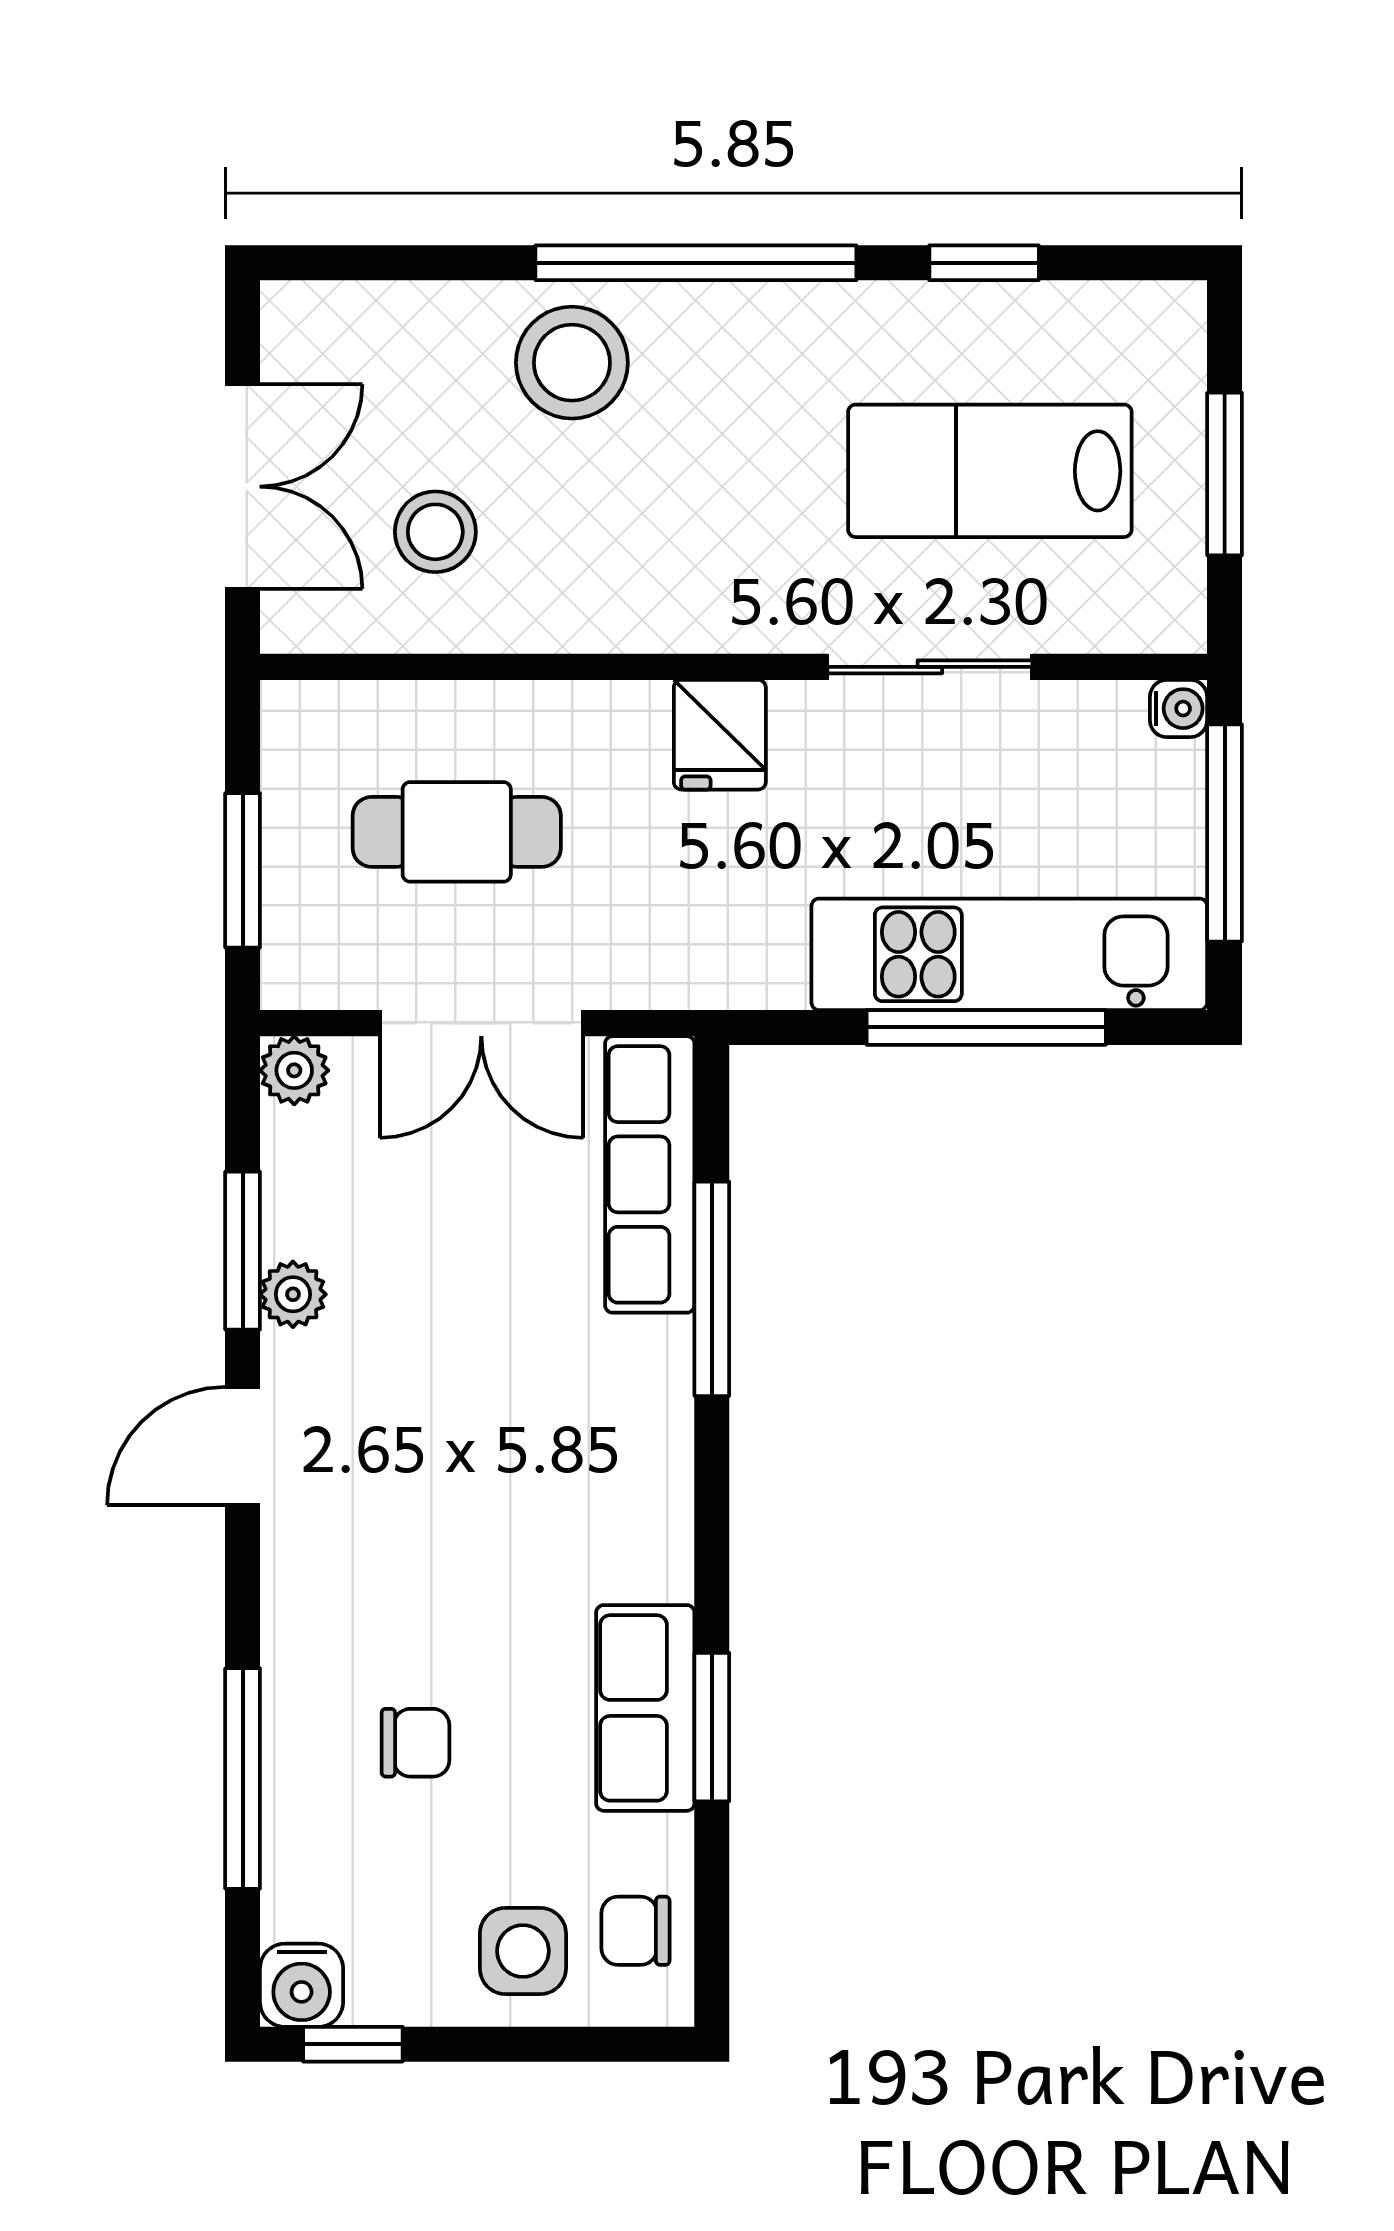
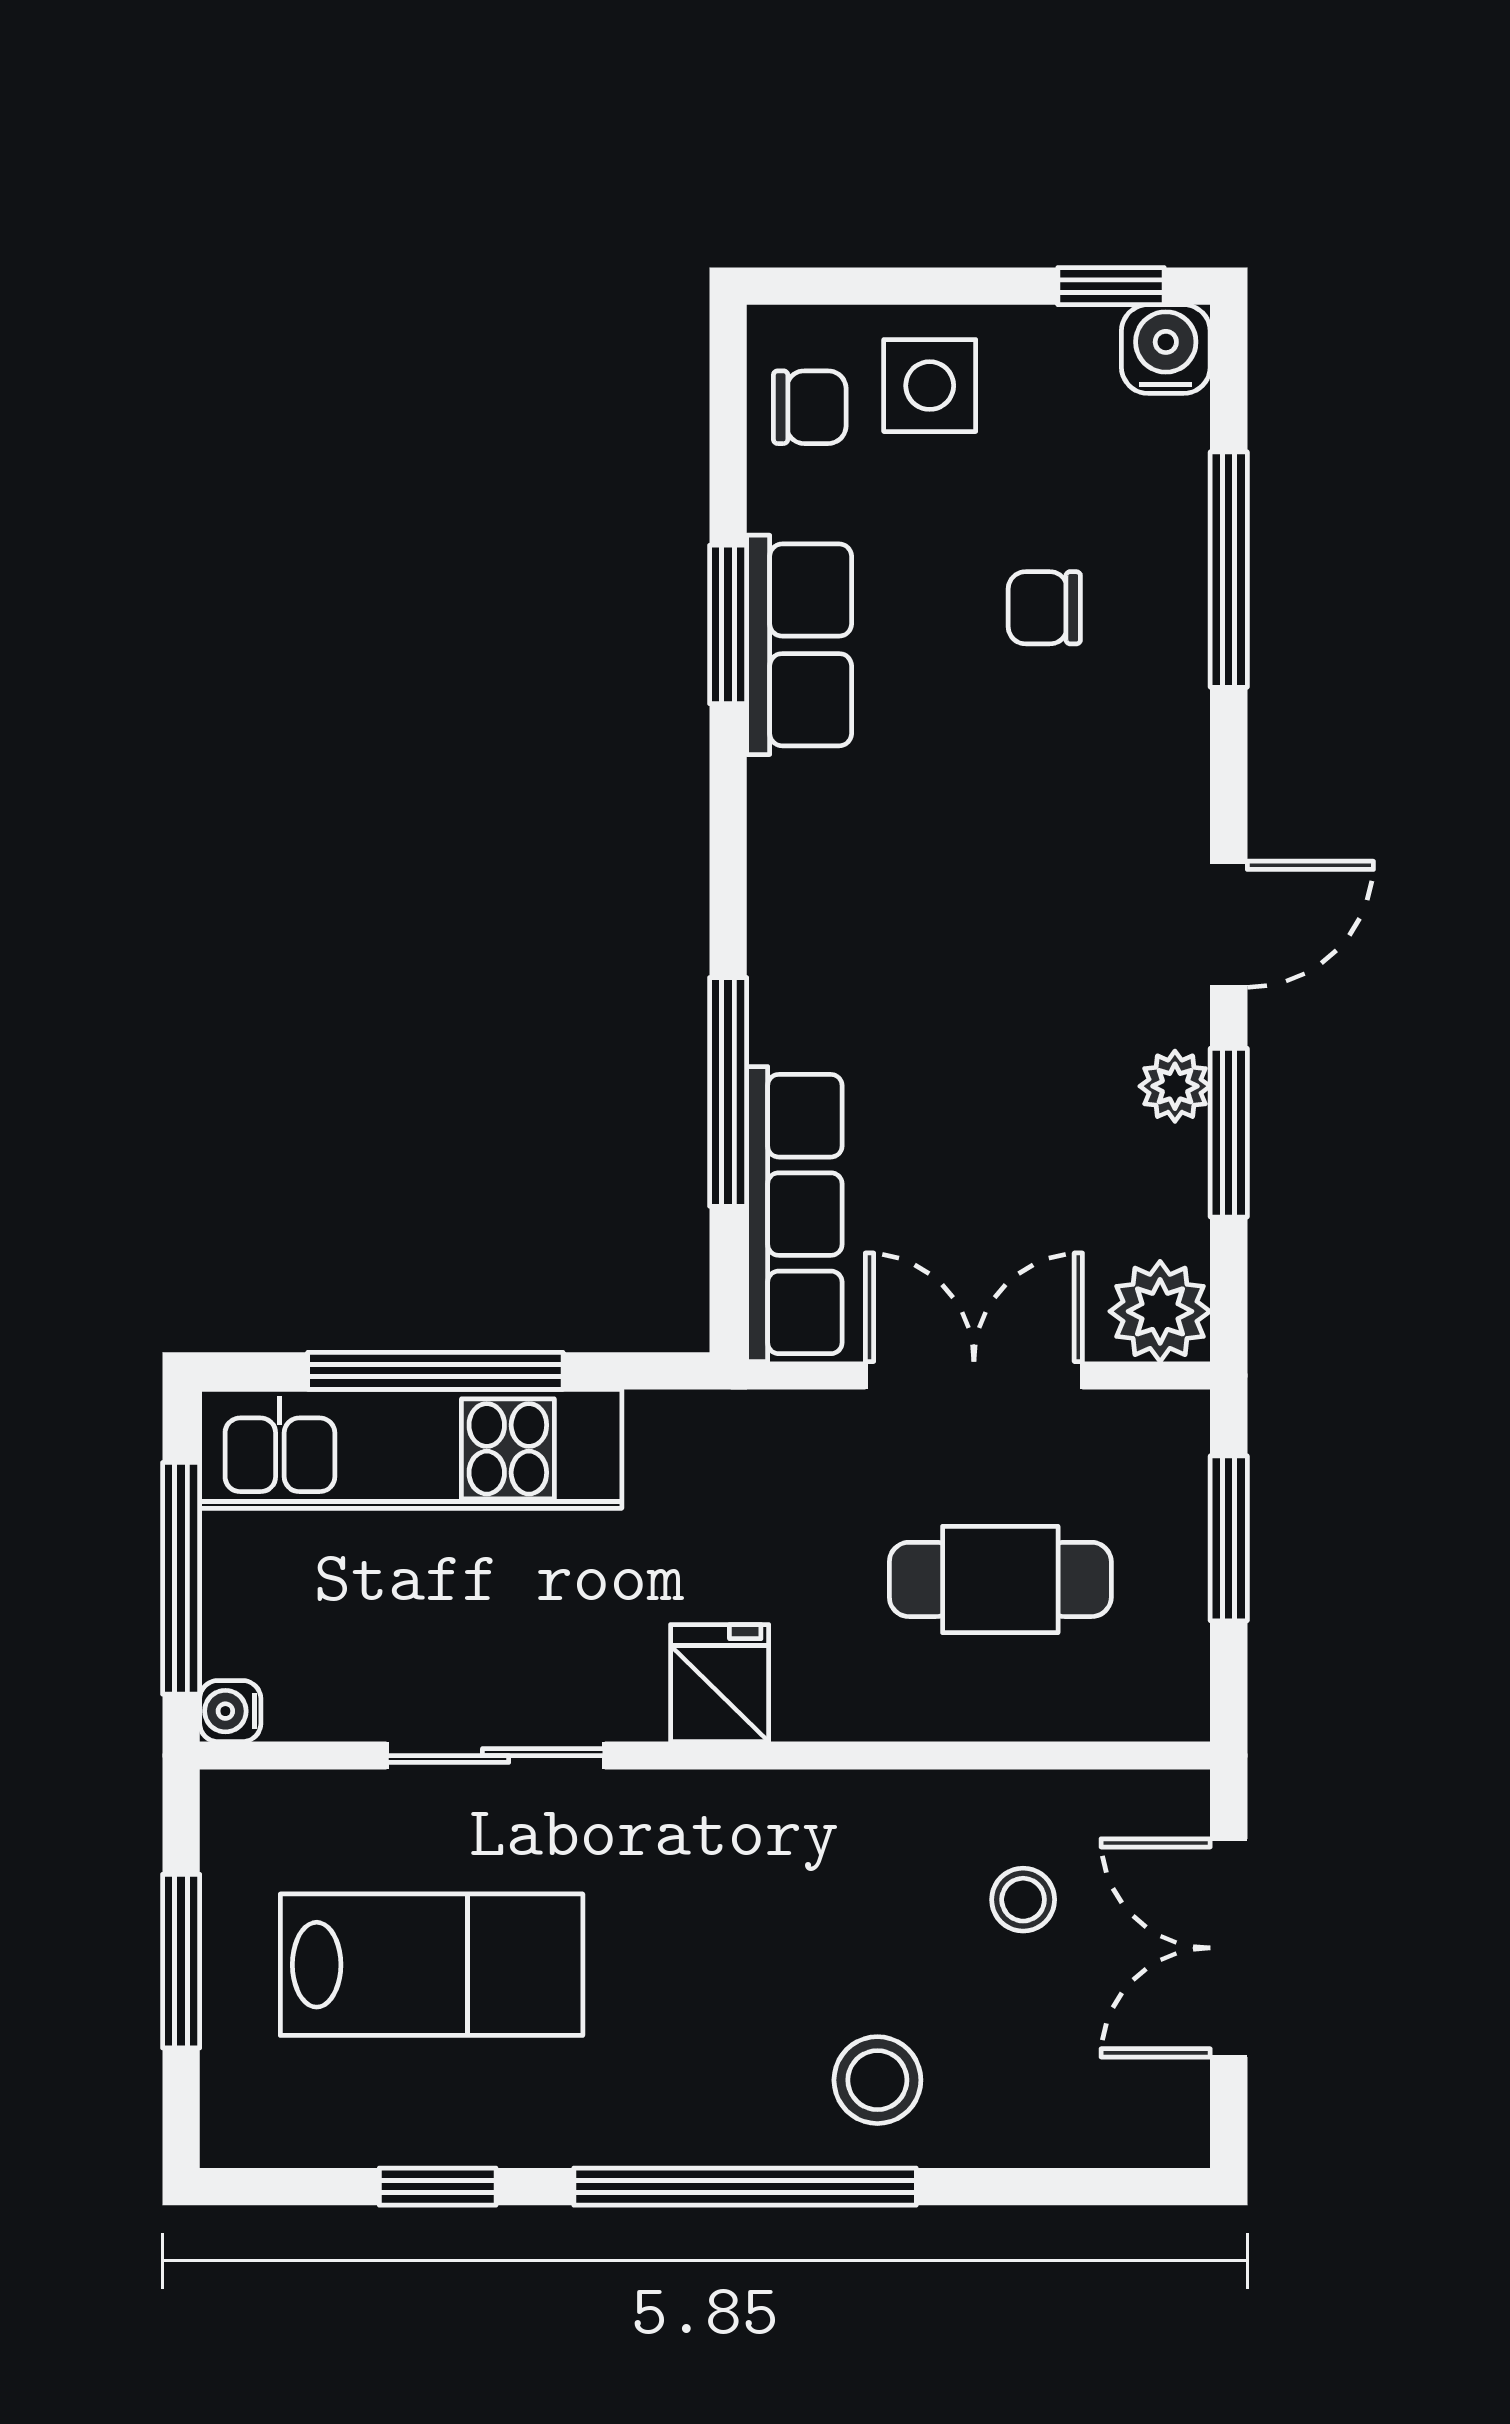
stool: (572, 363) -> (877, 2080), width x0.73, depth x0.73
stool: (435, 532) -> (1023, 1900), width x0.73, depth x0.73
plant: (294, 1070) -> (1160, 1311), width x1.38, depth x1.38

